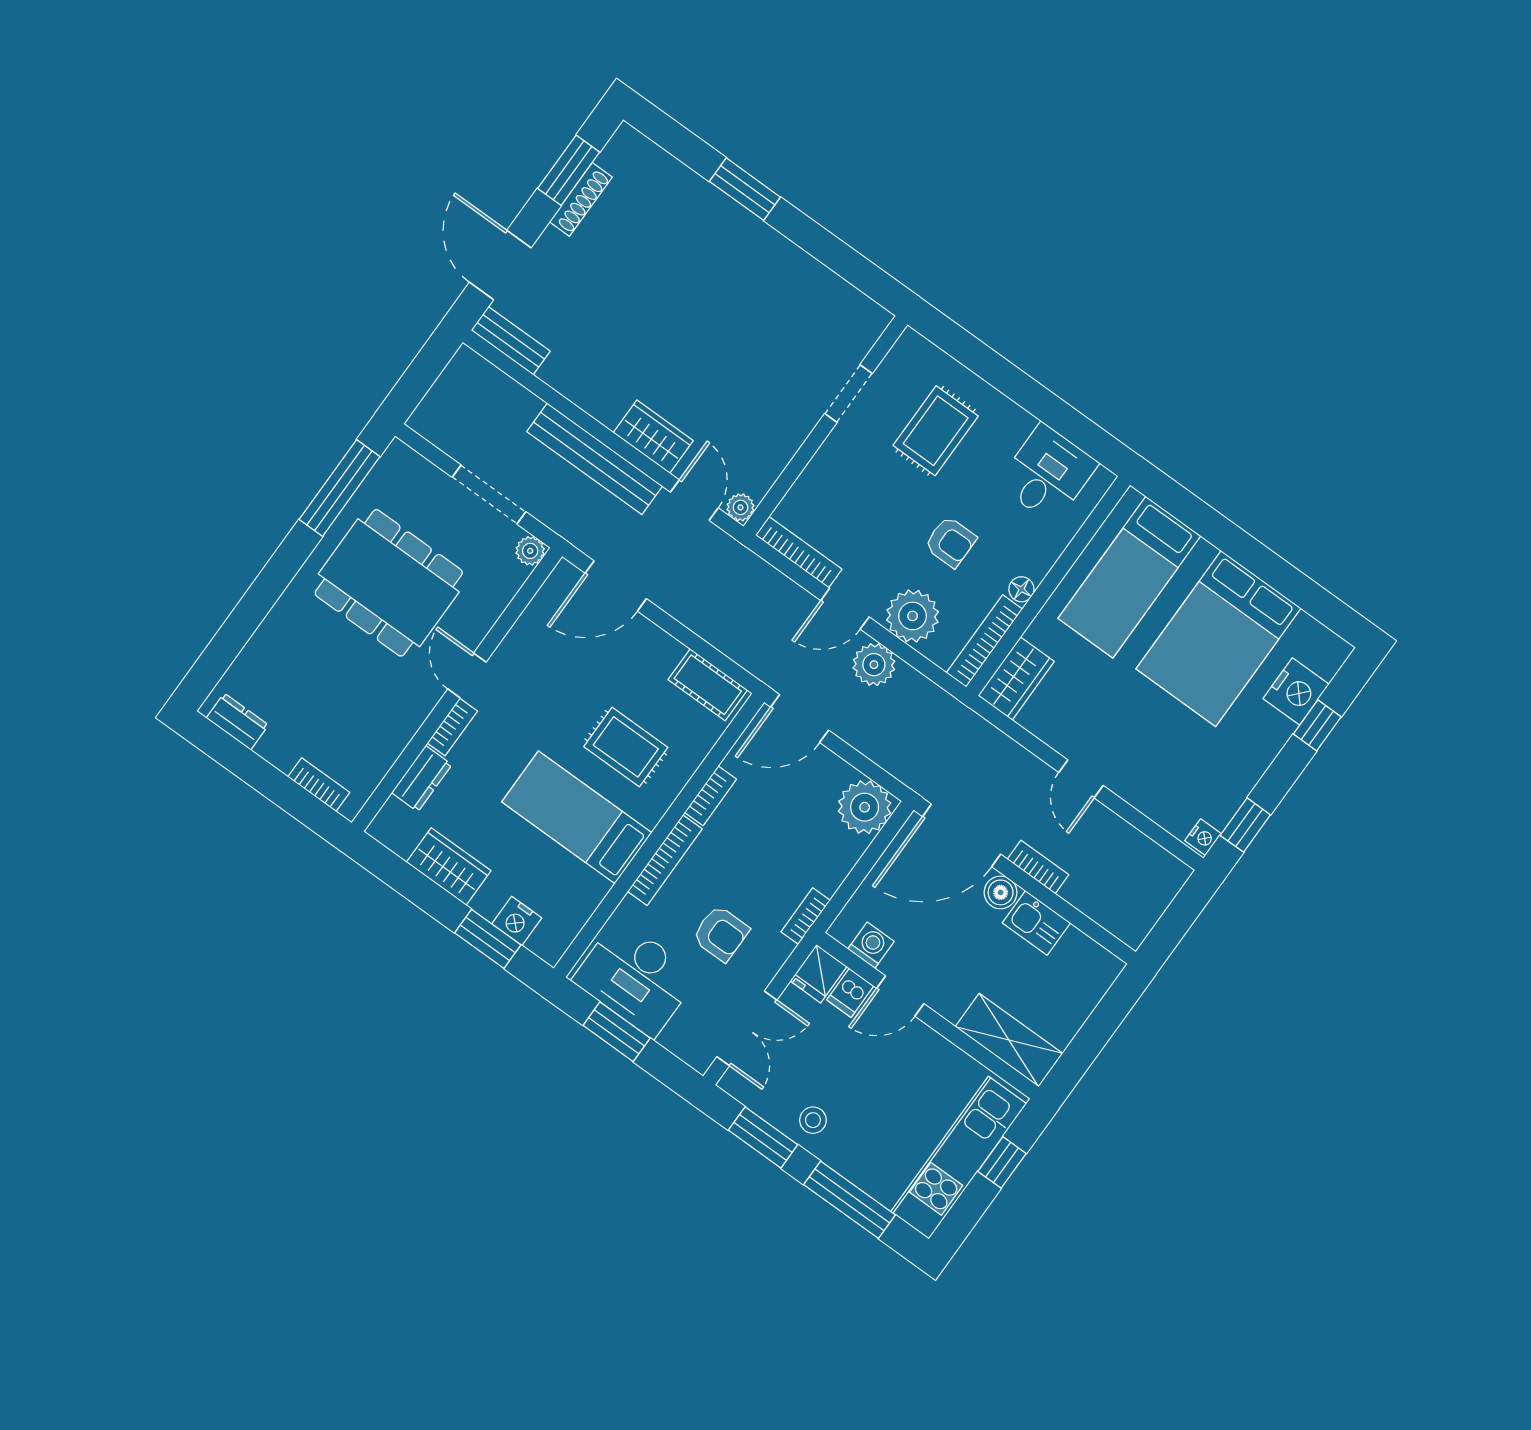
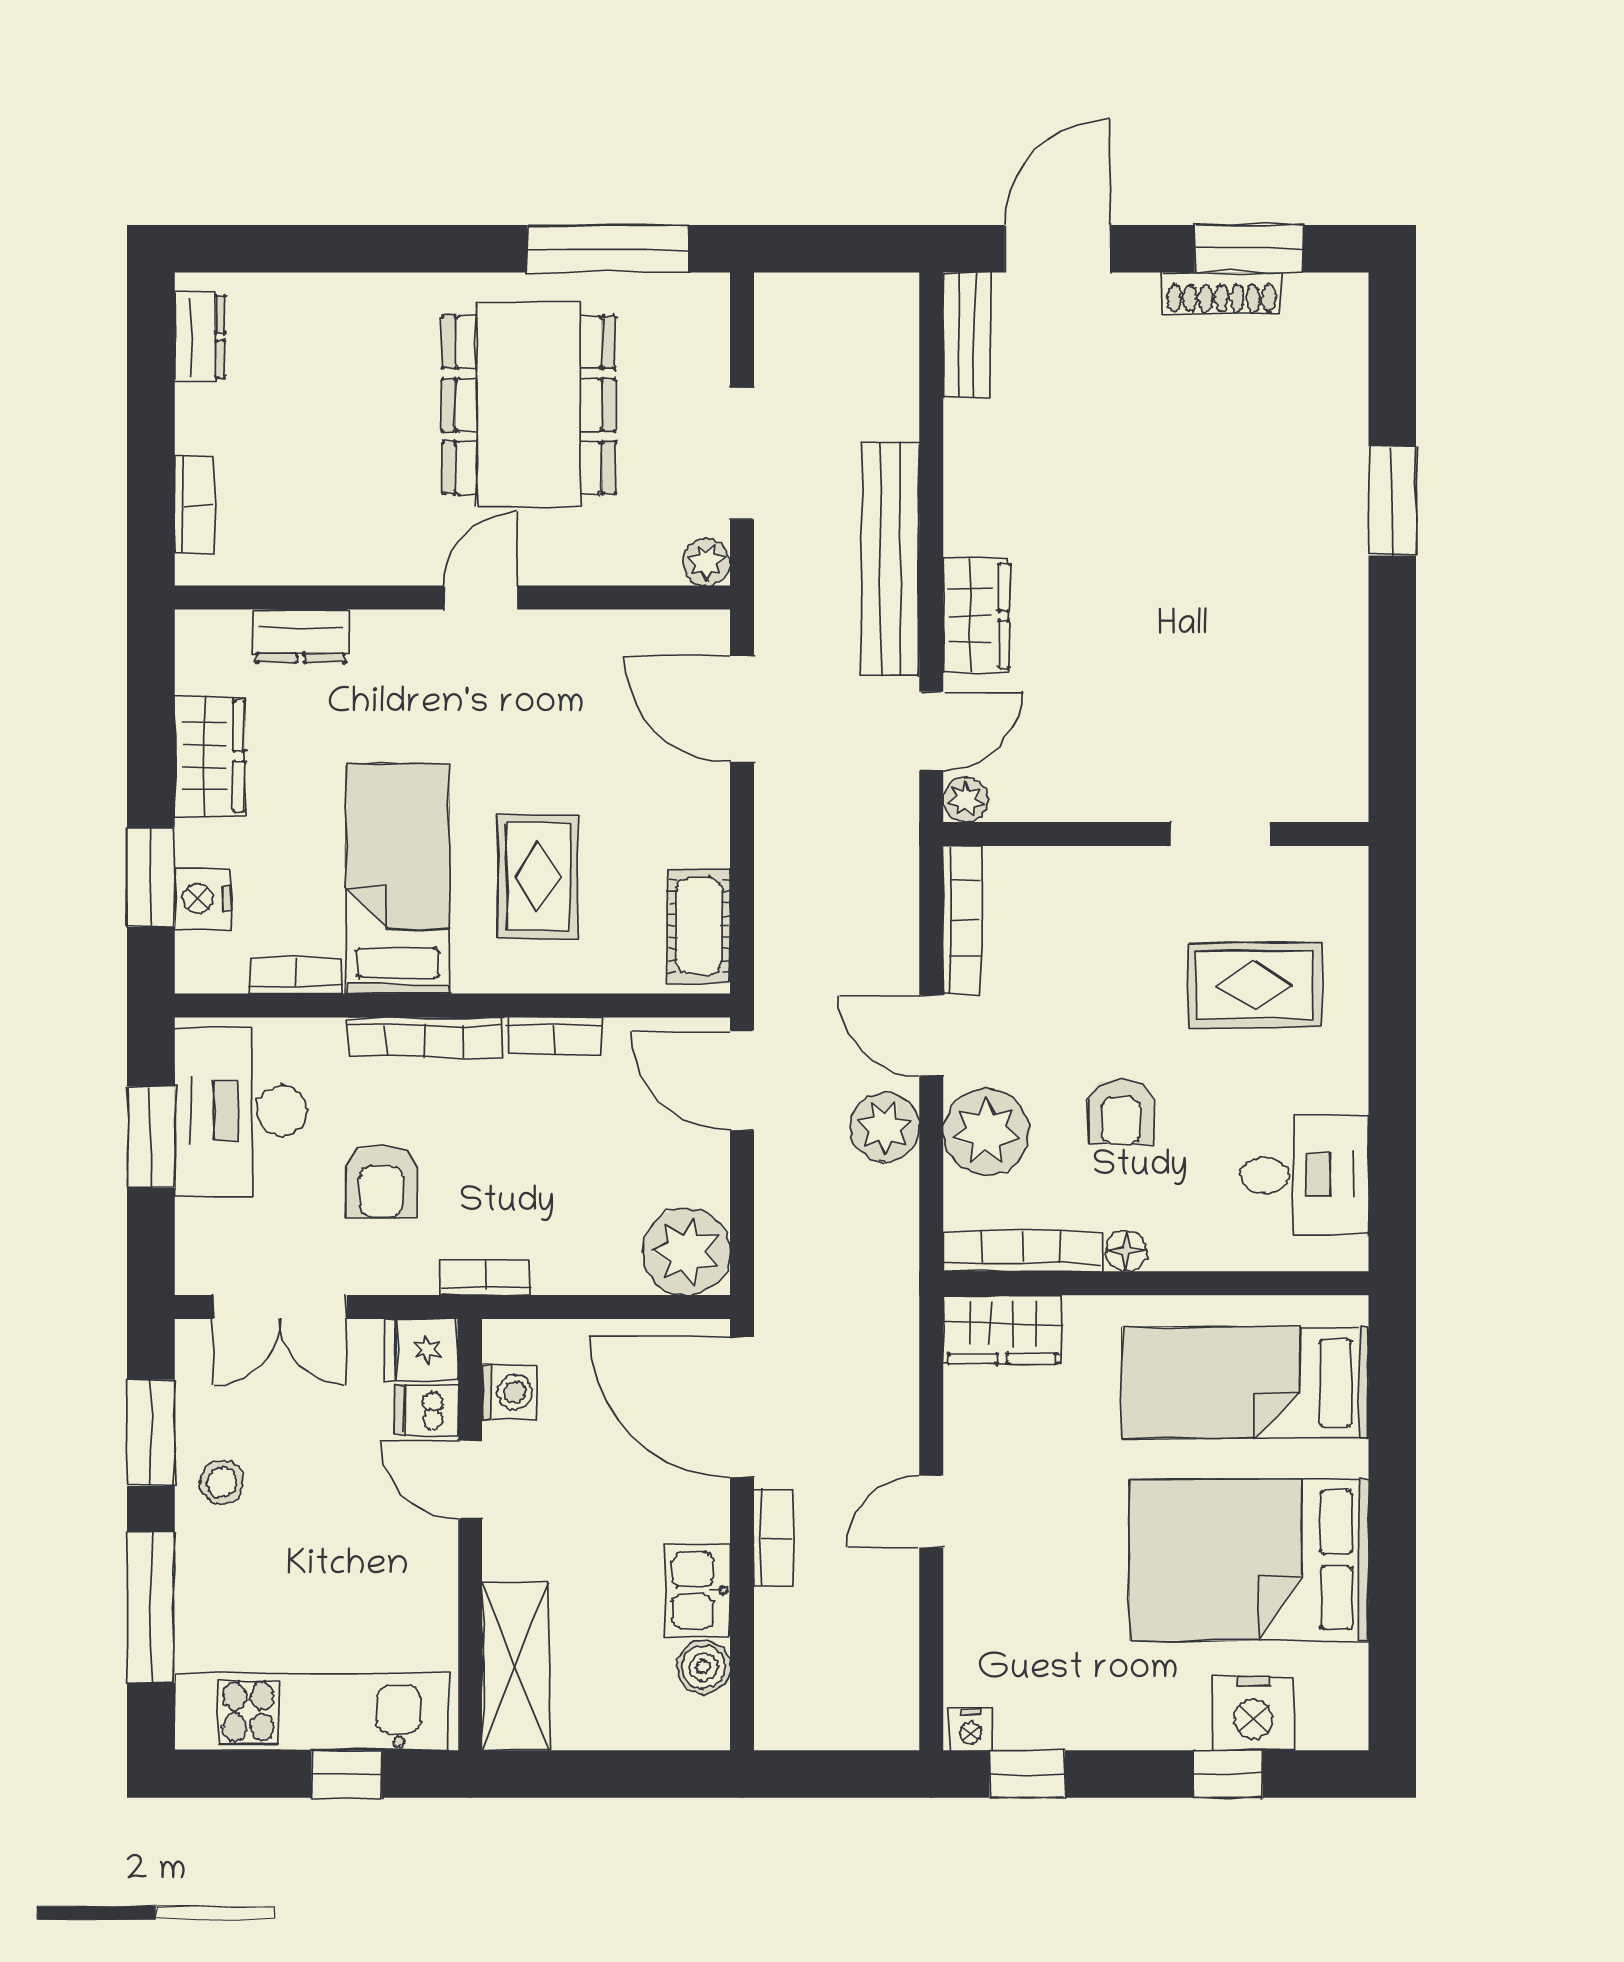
bookcase: (452, 727) -> (296, 975), moved, turned 180
boiler: (1001, 892) -> (704, 1667), moved

